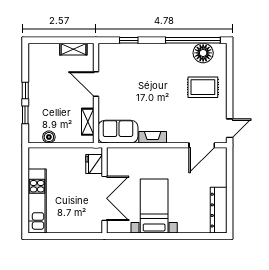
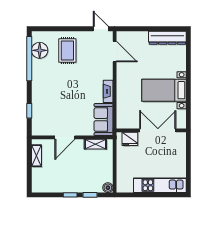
boiler: (49, 137) -> (108, 188), moved

